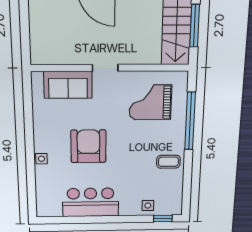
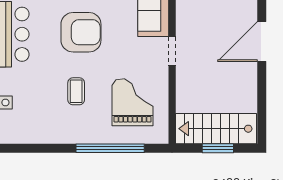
window: (195, 26) -> (218, 148), width x0.69
coffee table: (168, 162) -> (76, 91), moved

